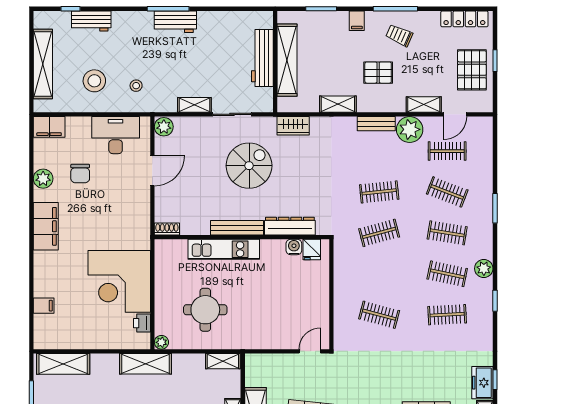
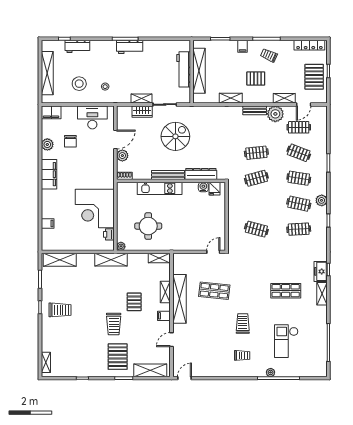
wardrobe: (293, 126) -> (142, 112), moved
plant: (164, 127) -> (122, 156), moved

